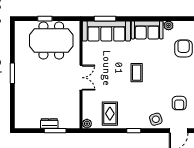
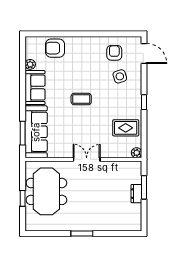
armchair: (179, 103) -> (114, 53), turned -90
side table: (156, 119) -> (120, 76), moved

